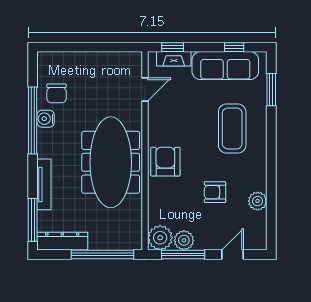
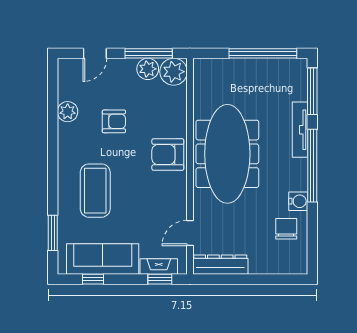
window: (33, 120) -> (312, 166), moved
armchair: (165, 162) -> (168, 155), turned 90
dresser: (62, 241) -> (220, 265), moved, turned 180
window: (102, 255) -> (263, 53), moved

